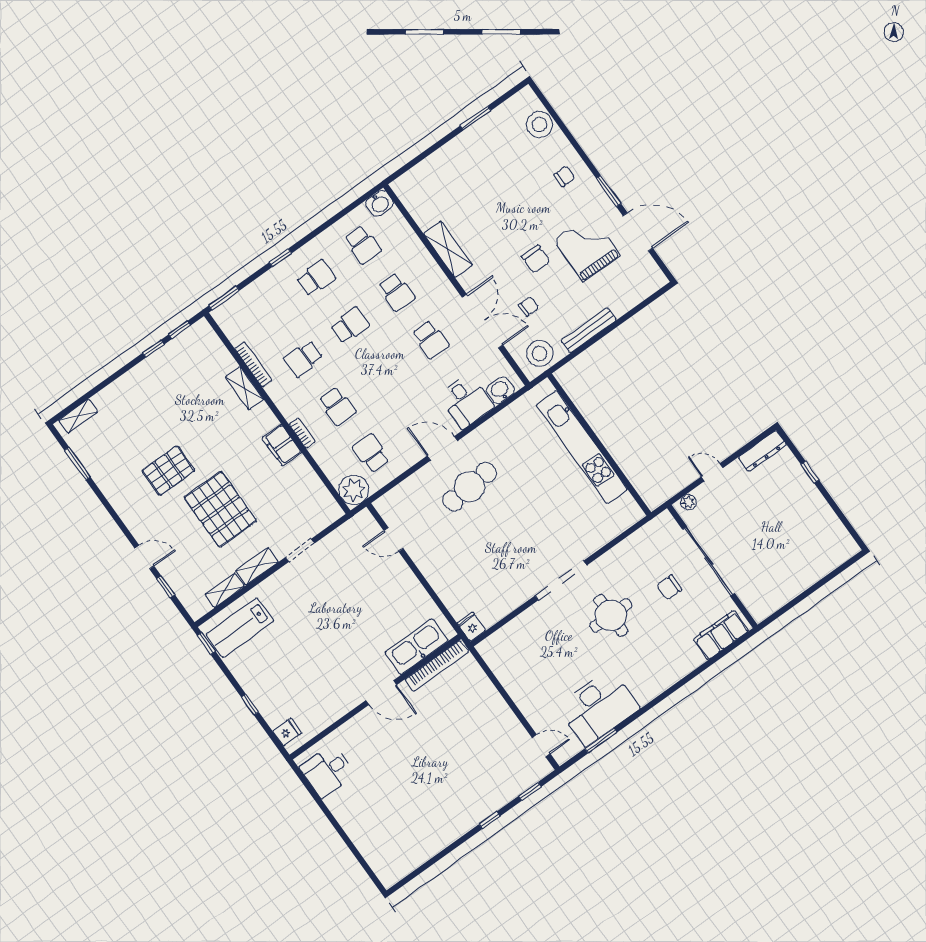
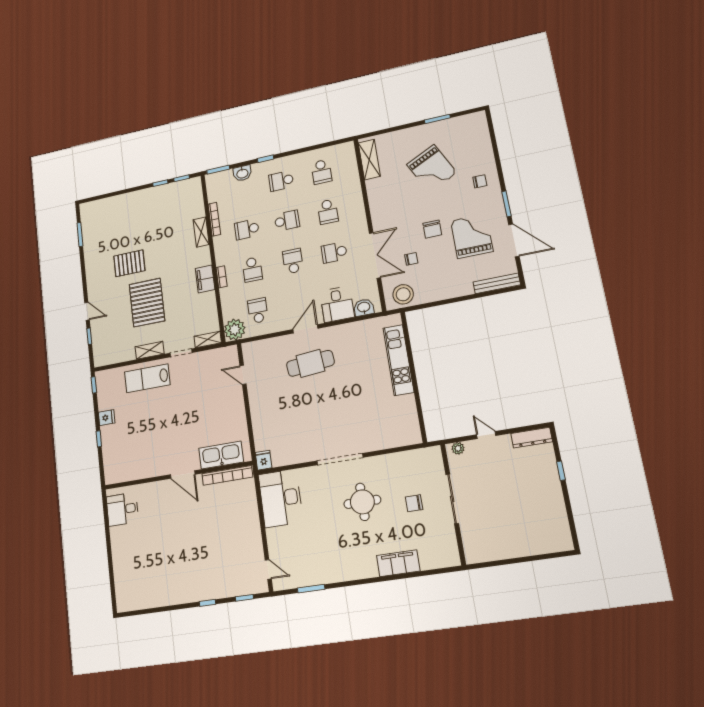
stool: (539, 125) -> (479, 140), removed
grand piano: (499, 184) -> (432, 169), added
washbasin: (379, 203) -> (242, 173), moved
shelving: (448, 249) -> (369, 160), moved
school desk: (316, 278) -> (281, 181), turned 180
bench: (589, 330) -> (497, 283), moved
school desk: (430, 339) -> (334, 252), turned 90
school desk: (384, 373) -> (293, 261), added
shelving: (78, 416) -> (96, 205), removed
kitchen unit: (582, 447) -> (398, 360), width x0.73
door: (442, 448) -> (305, 329), hinge flipped
sliding door: (709, 561) -> (452, 499), width x0.73
shelving: (225, 590) -> (208, 340), moved
lab bench: (240, 627) -> (147, 378), moved
filing cabinet: (721, 635) -> (398, 563), moved
desk: (598, 707) -> (281, 498), moved, turned 90
fridge: (287, 732) -> (107, 418), moved

